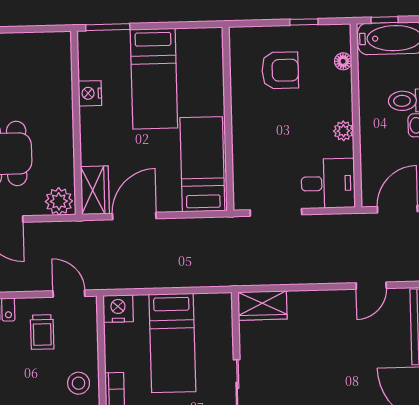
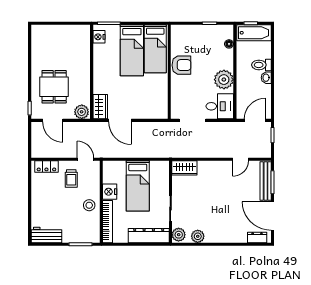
armchair: (280, 70) -> (181, 65), moved
nightstand: (90, 93) -> (99, 37), moved
plant: (343, 131) -> (224, 80), width x1.88, depth x1.88
bed: (202, 164) -> (155, 49), moved, turned 180
door: (134, 216) -> (120, 120), swing flipped
nightstand: (118, 309) -> (110, 192), moved, turned -90

